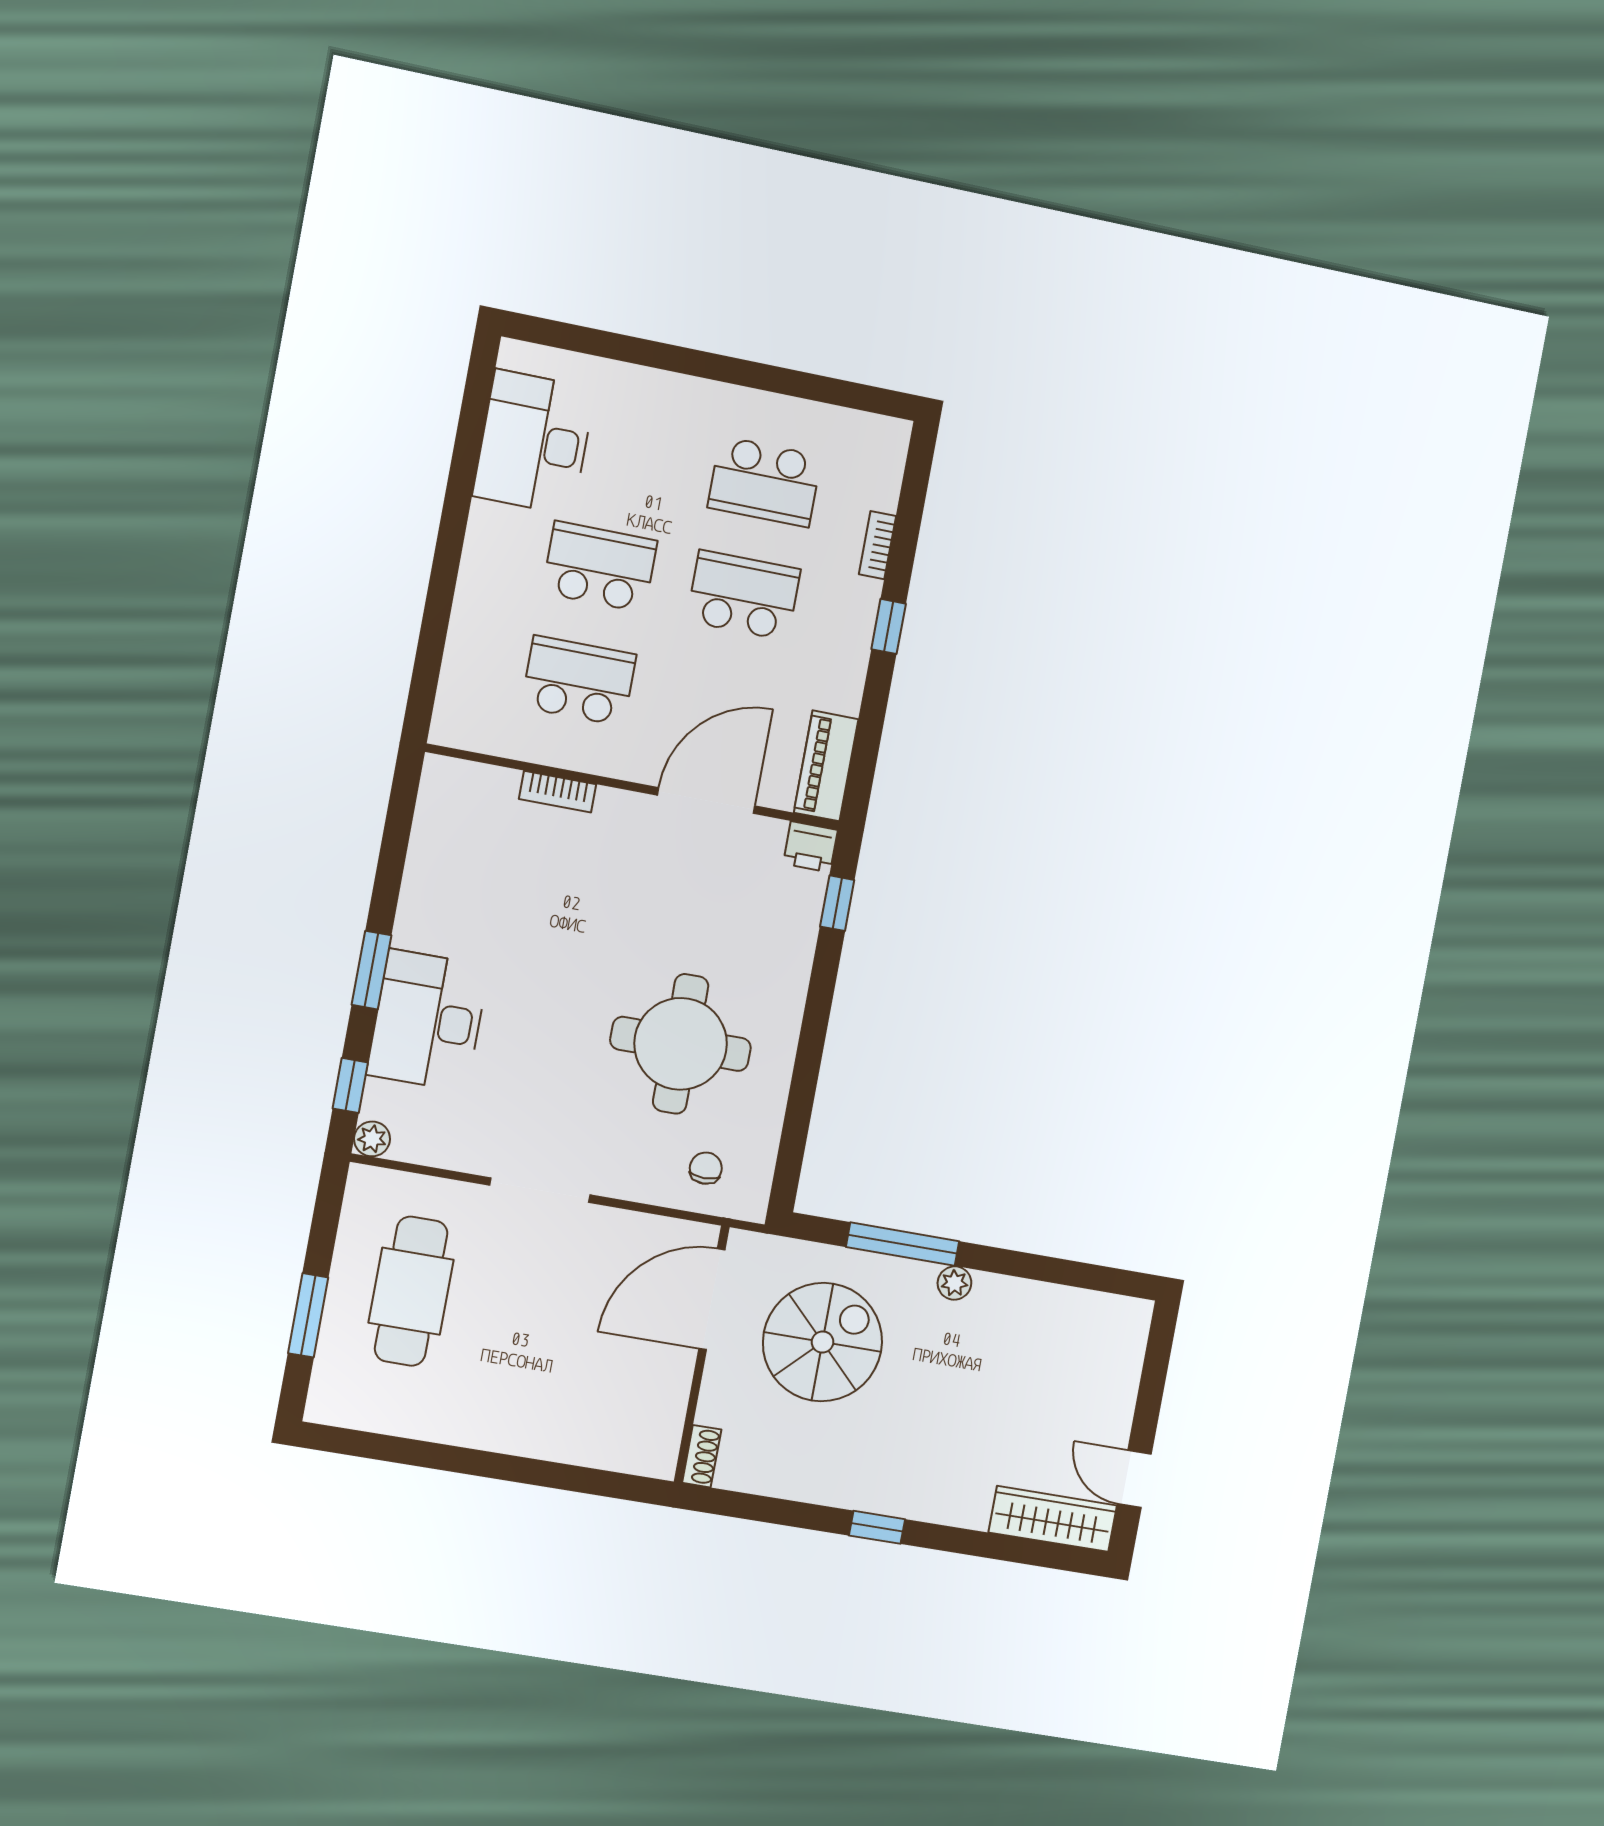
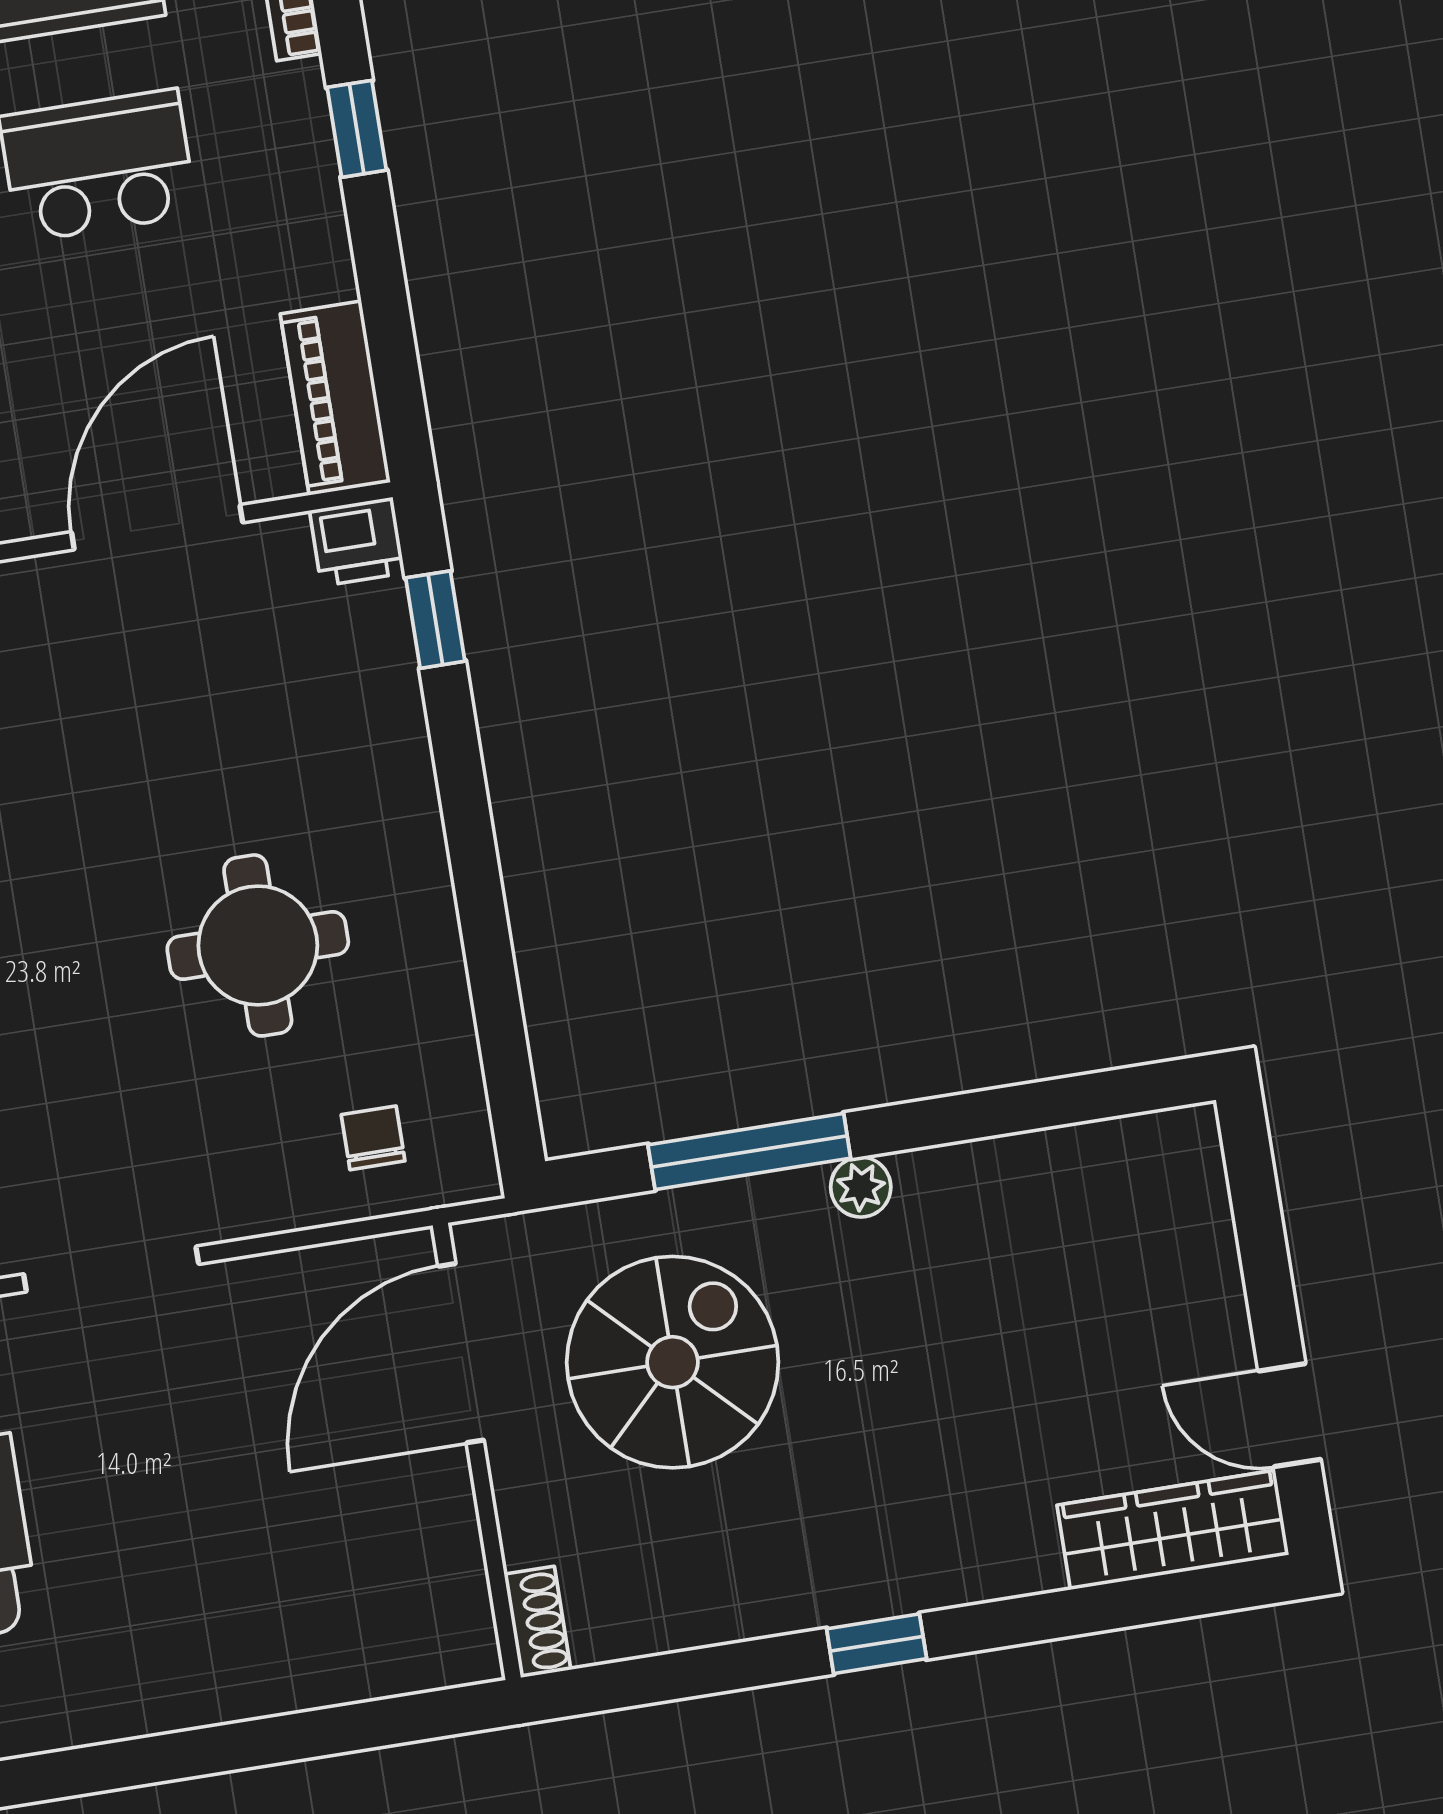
round table: (681, 1044) -> (258, 945), width x0.73, depth x0.73

